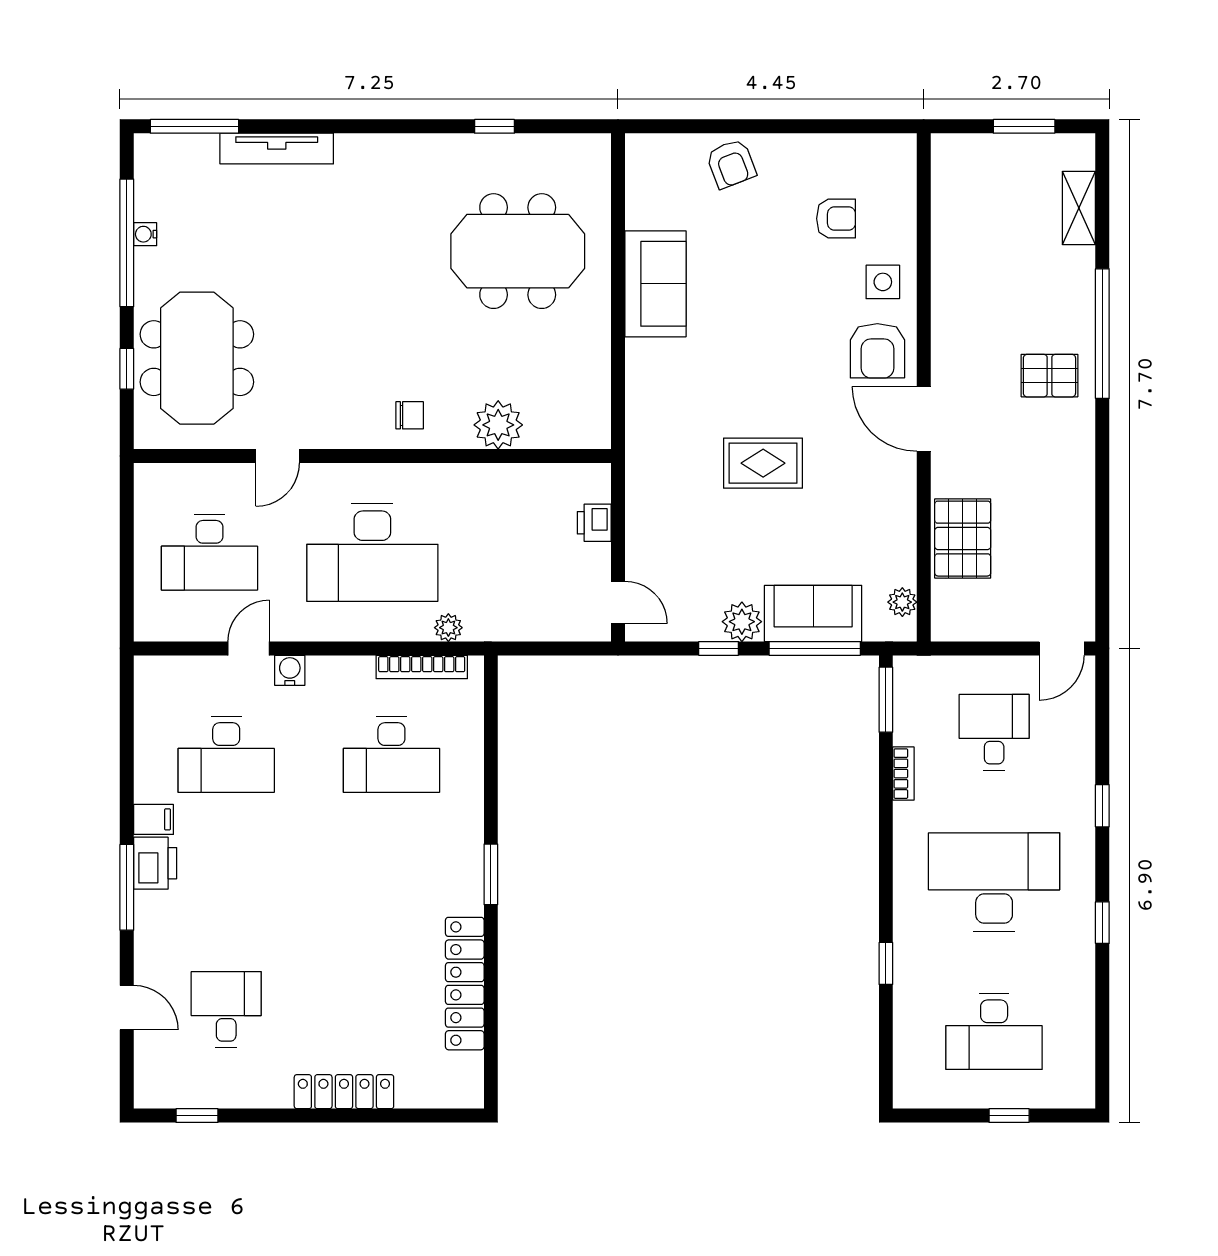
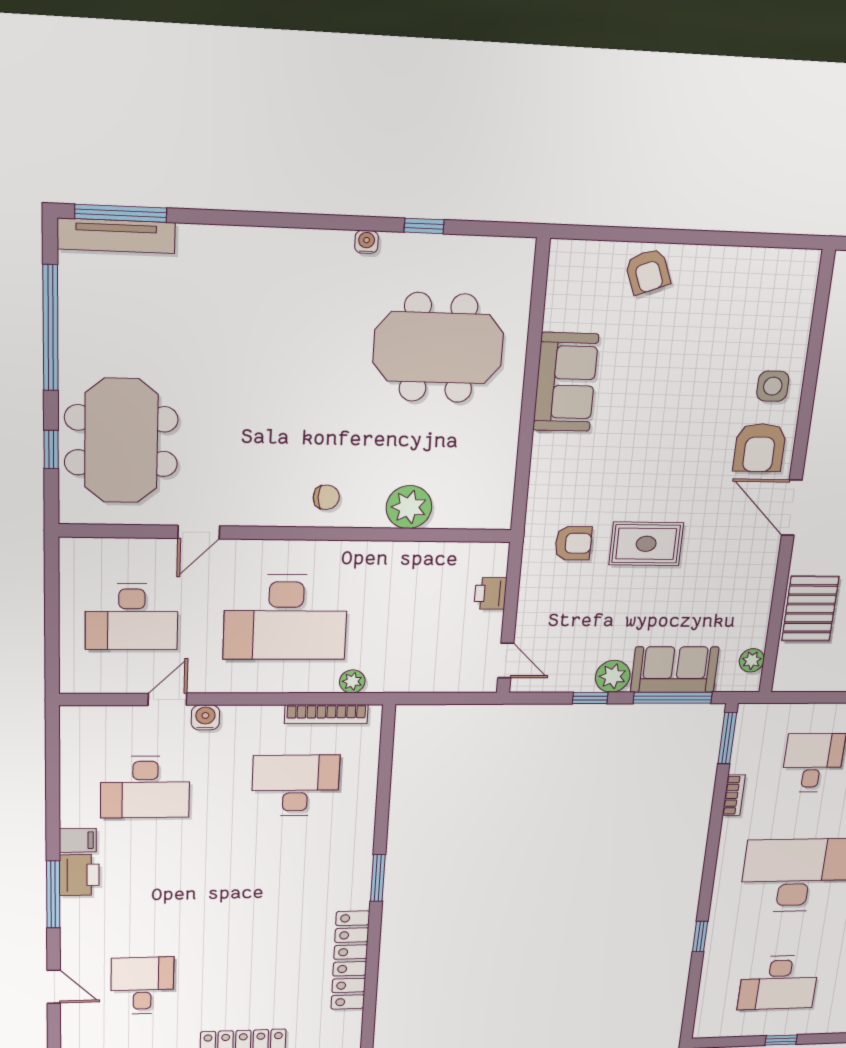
tv unit: (277, 149) -> (116, 236), moved
armchair: (836, 219) -> (573, 543), moved
water cooler: (145, 234) -> (366, 242), moved, turned 90
desk: (391, 754) -> (295, 785), turned 180

